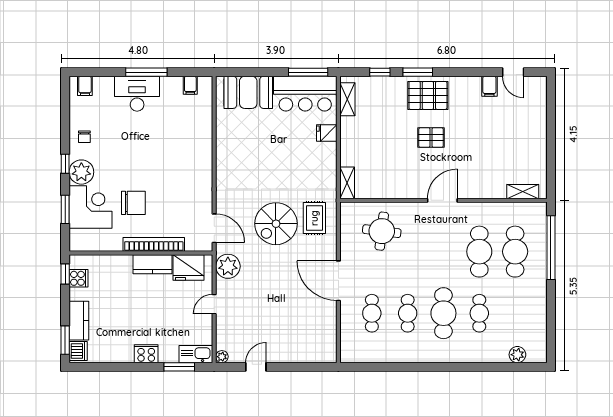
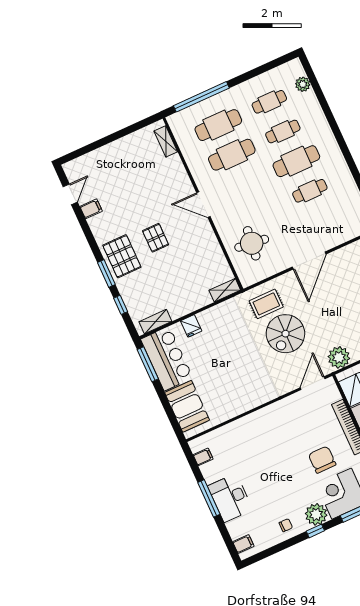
spiral stairs: (276, 224) -> (285, 334), turned 90
cafe table: (372, 313) -> (269, 102), moved

